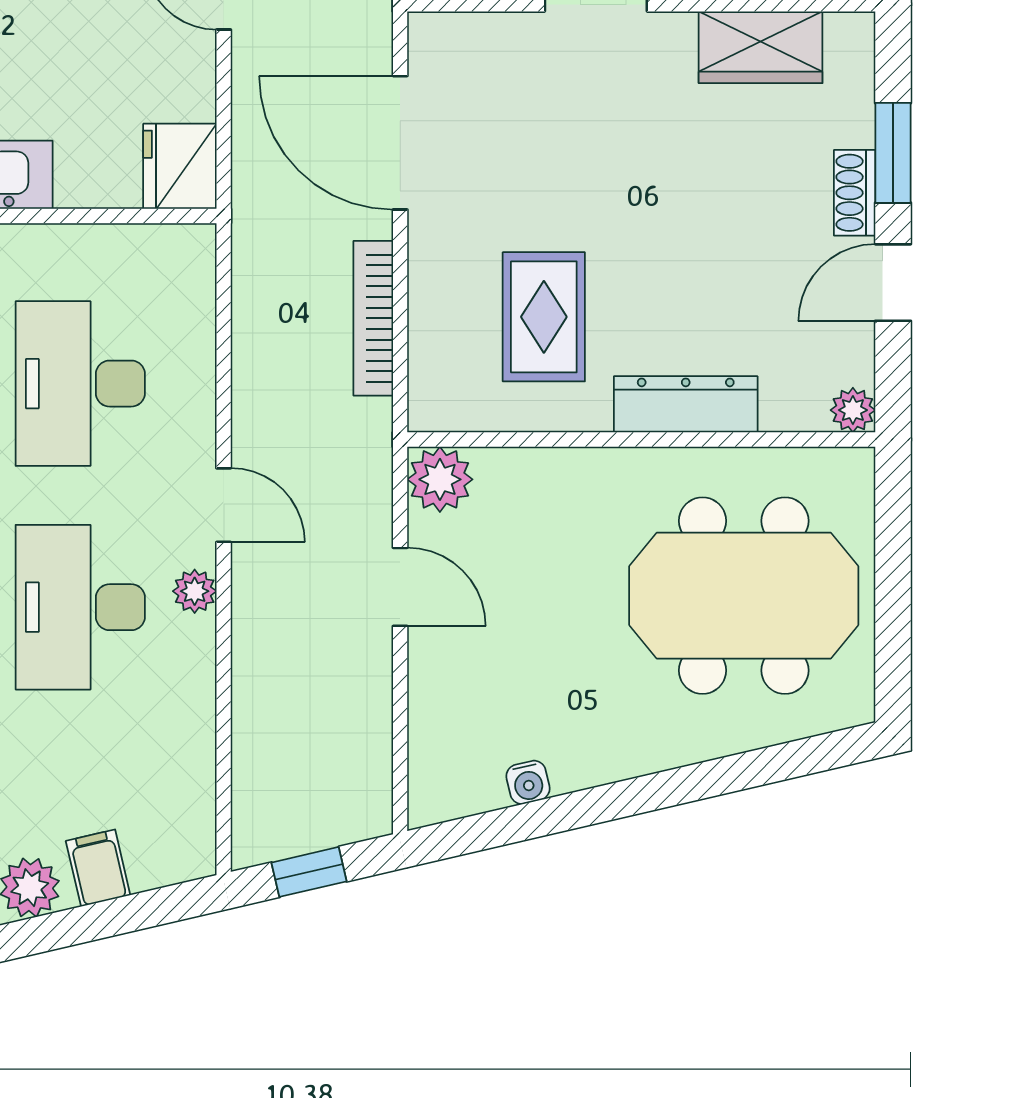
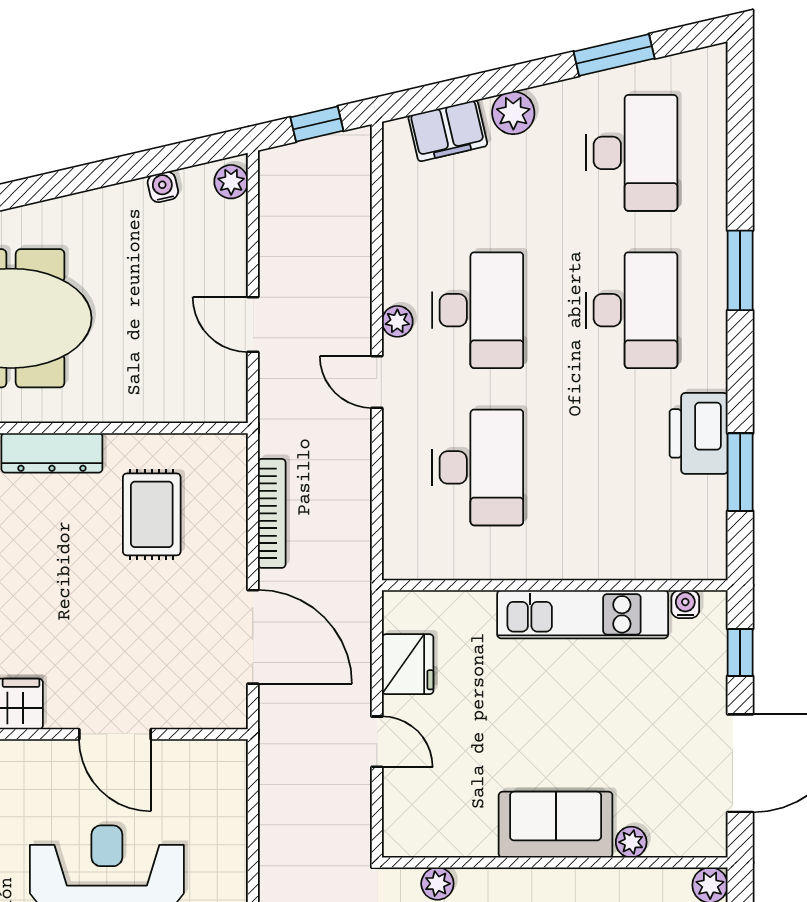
fridge: (180, 166) -> (408, 664), moved
plant: (440, 479) -> (231, 182), moved, width x0.73, depth x0.73
filing cabinet: (98, 868) -> (448, 131), width x2.00

